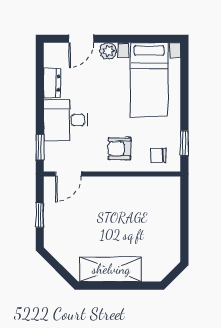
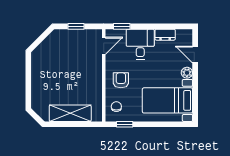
door: (68, 174) -> (104, 46), swing flipped
shelving: (111, 269) -> (70, 113), moved, turned 90

